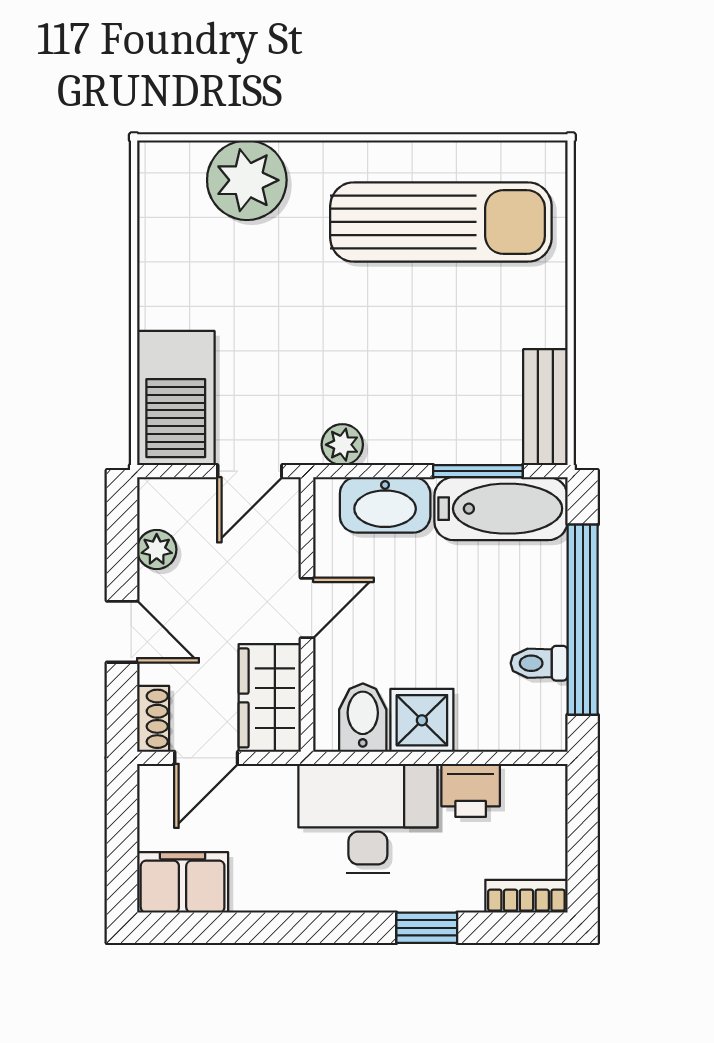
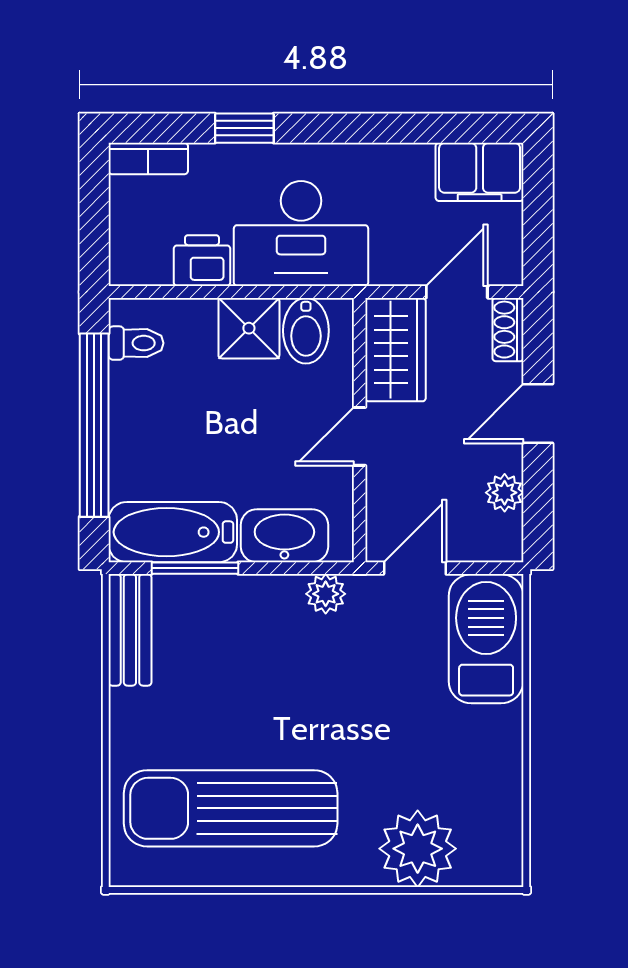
door: (122, 632) -> (538, 414), hinge flipped
toilet: (539, 663) -> (136, 343), moved

